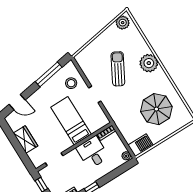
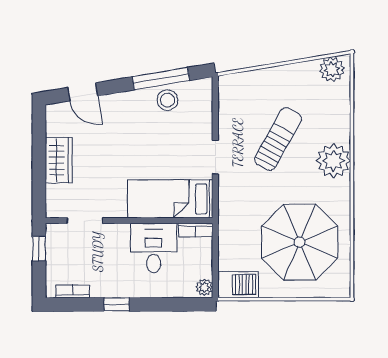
stool: (71, 83) -> (167, 100), moved
parasol: (156, 109) -> (300, 242), width x1.36, depth x1.36
bed: (71, 121) -> (170, 199), moved, turned -90

